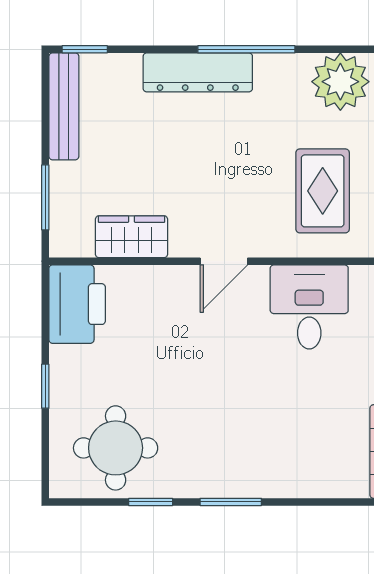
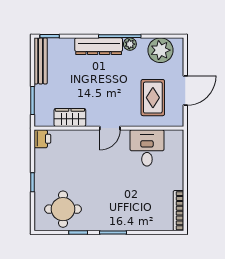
plant: (270, 68) -> (130, 44), added
printer: (77, 304) -> (42, 139), width x0.53, depth x0.68

